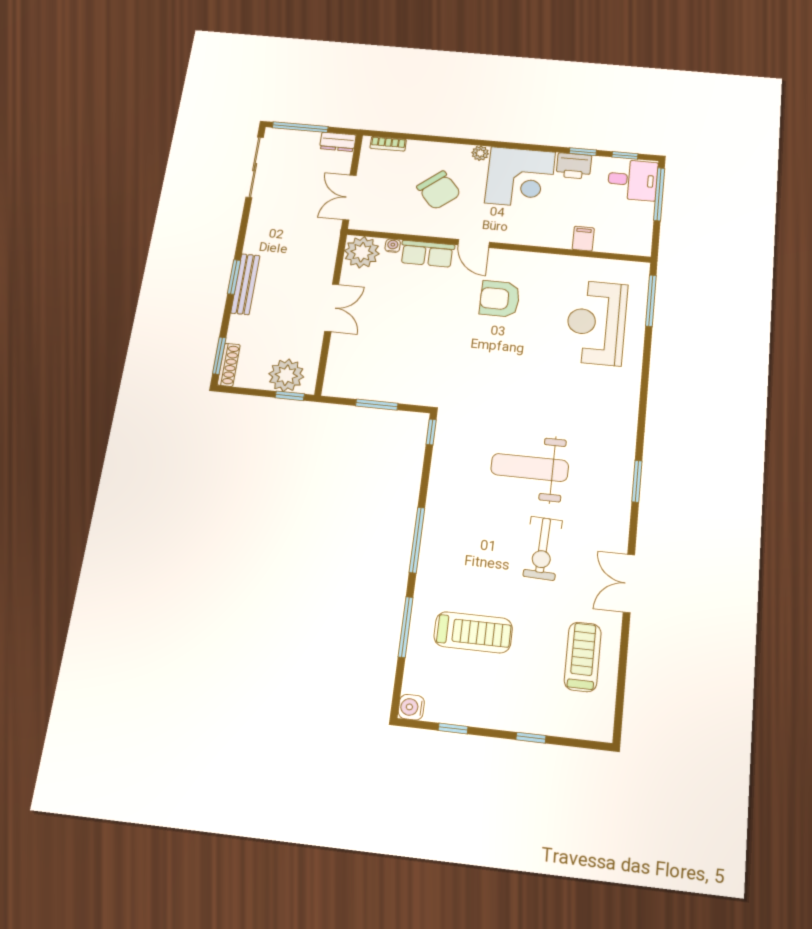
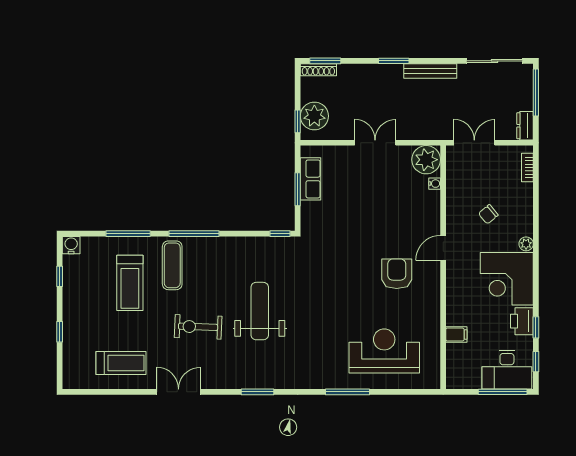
desk: (633, 180) -> (507, 370), width x1.37
chair: (439, 190) -> (488, 214), width x0.54, depth x0.54
row of seats: (427, 254) -> (311, 179), moved, turned 180
bench: (245, 284) -> (430, 71), moved
window: (651, 301) -> (347, 392), moved
double door: (332, 308) -> (375, 143), swing flipped
exercise mat: (456, 573) -> (172, 265), added

